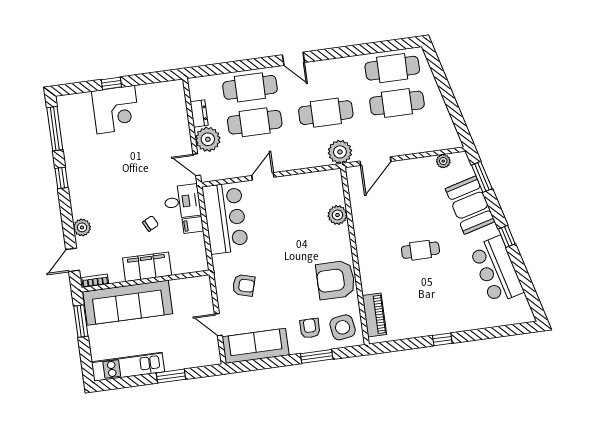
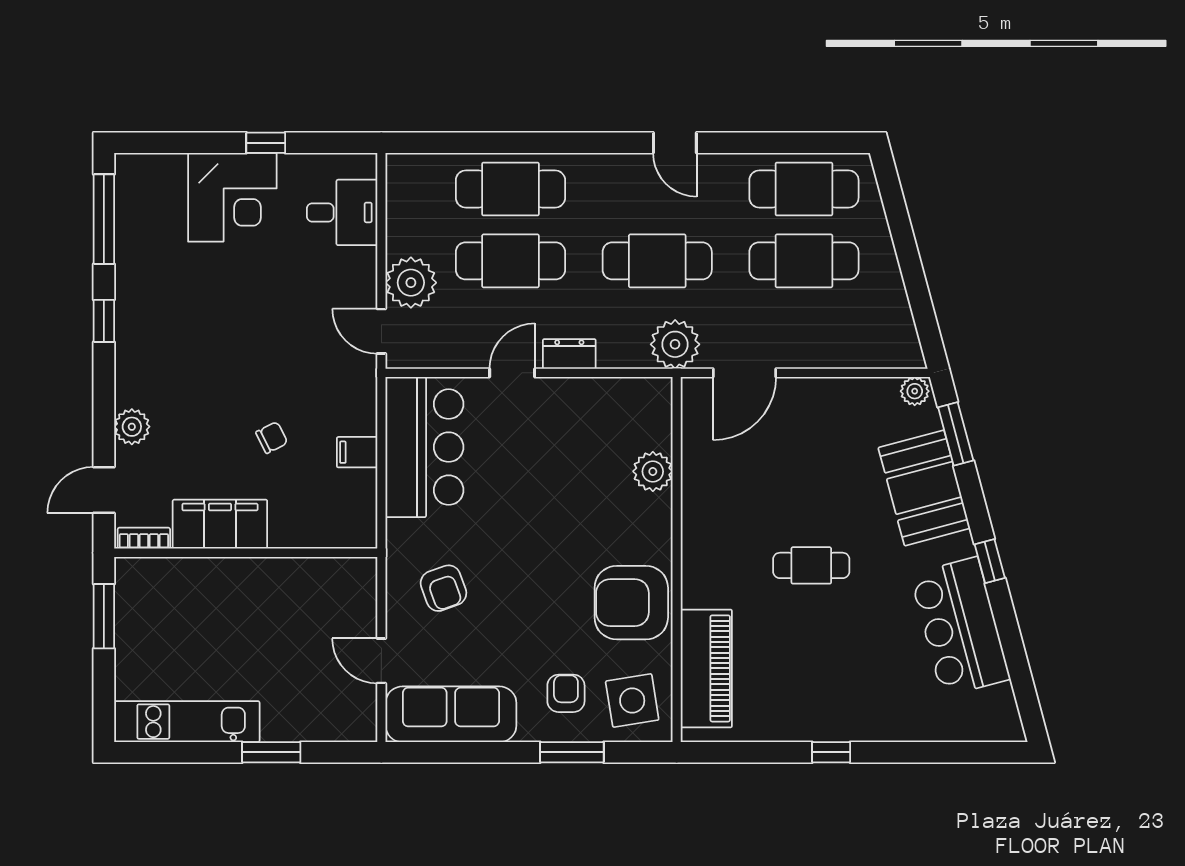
door: (293, 59) -> (675, 143), moved
window: (111, 83) -> (266, 143), moved
dresser: (199, 114) -> (569, 354), moved, turned -90
plant: (443, 161) -> (915, 391), moved
desk: (182, 201) -> (342, 212), moved
filing cabinet: (147, 267) -> (220, 524), moved
armchair: (244, 285) -> (443, 588), turned 54
sofa: (128, 303) -> (204, 592), removed
piano: (374, 315) -> (706, 668), width x1.37, depth x1.33

